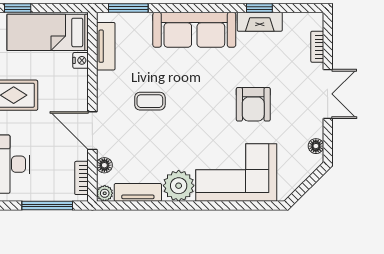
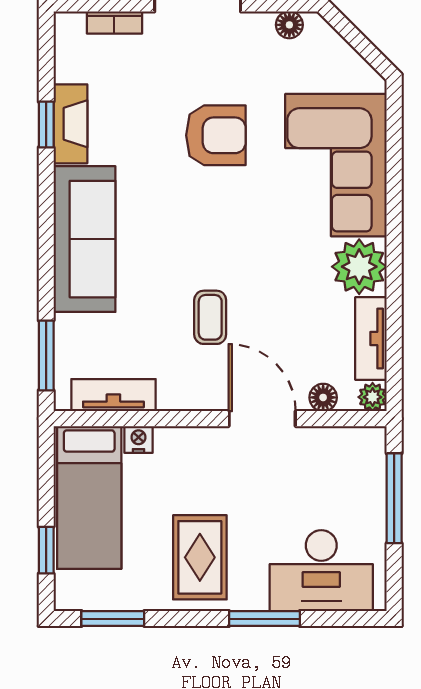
door: (92, 131) -> (262, 419), swing flipped
bookcase: (81, 178) -> (346, 438), removed

